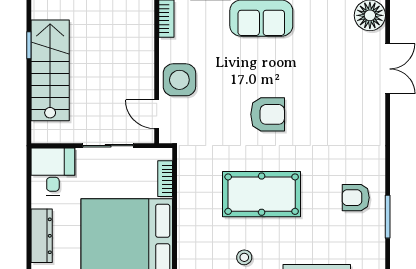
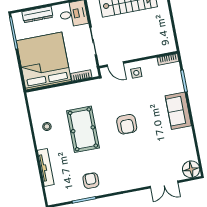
side table: (179, 80) -> (136, 73), width x0.54, depth x0.54
door: (157, 114) -> (115, 64), swing flipped

